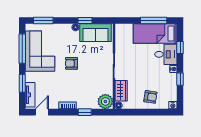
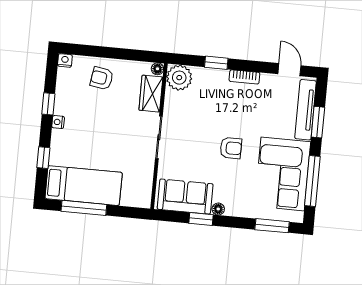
desk: (166, 54) -> (69, 148), removed
tv unit: (30, 95) -> (306, 110), width x1.41
door: (42, 112) -> (289, 70), swing flipped

